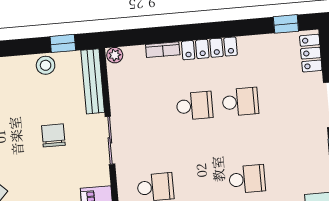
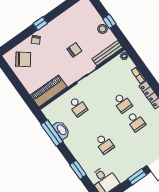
window: (63, 43) -> (109, 21), moved

